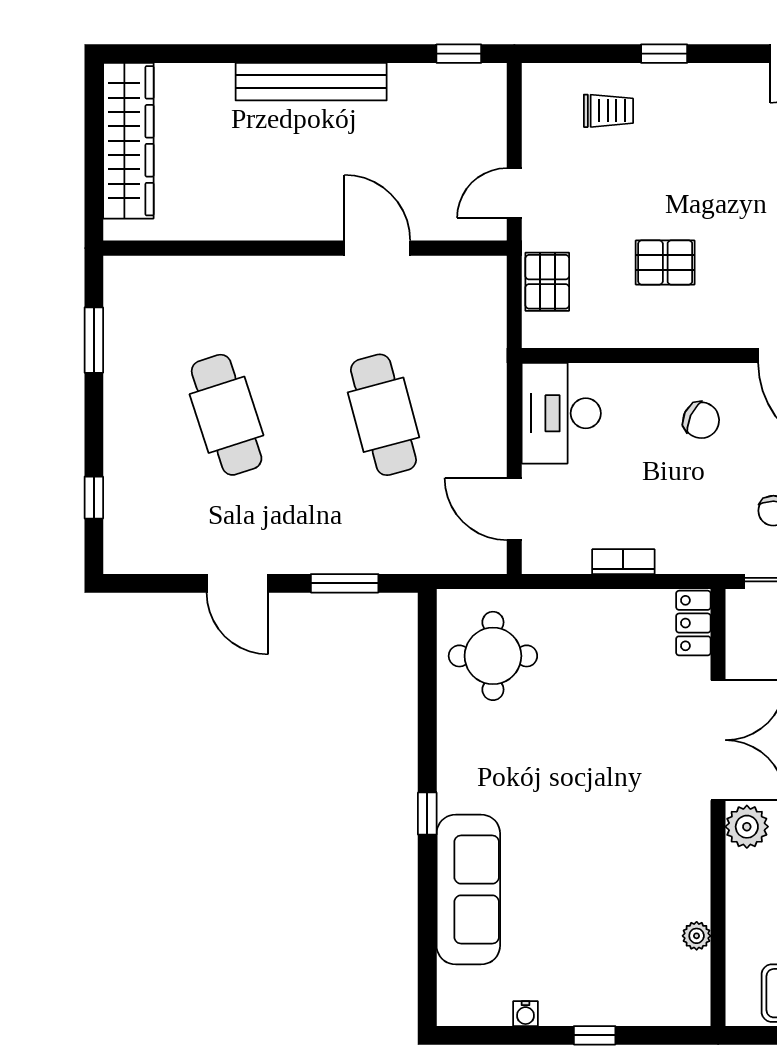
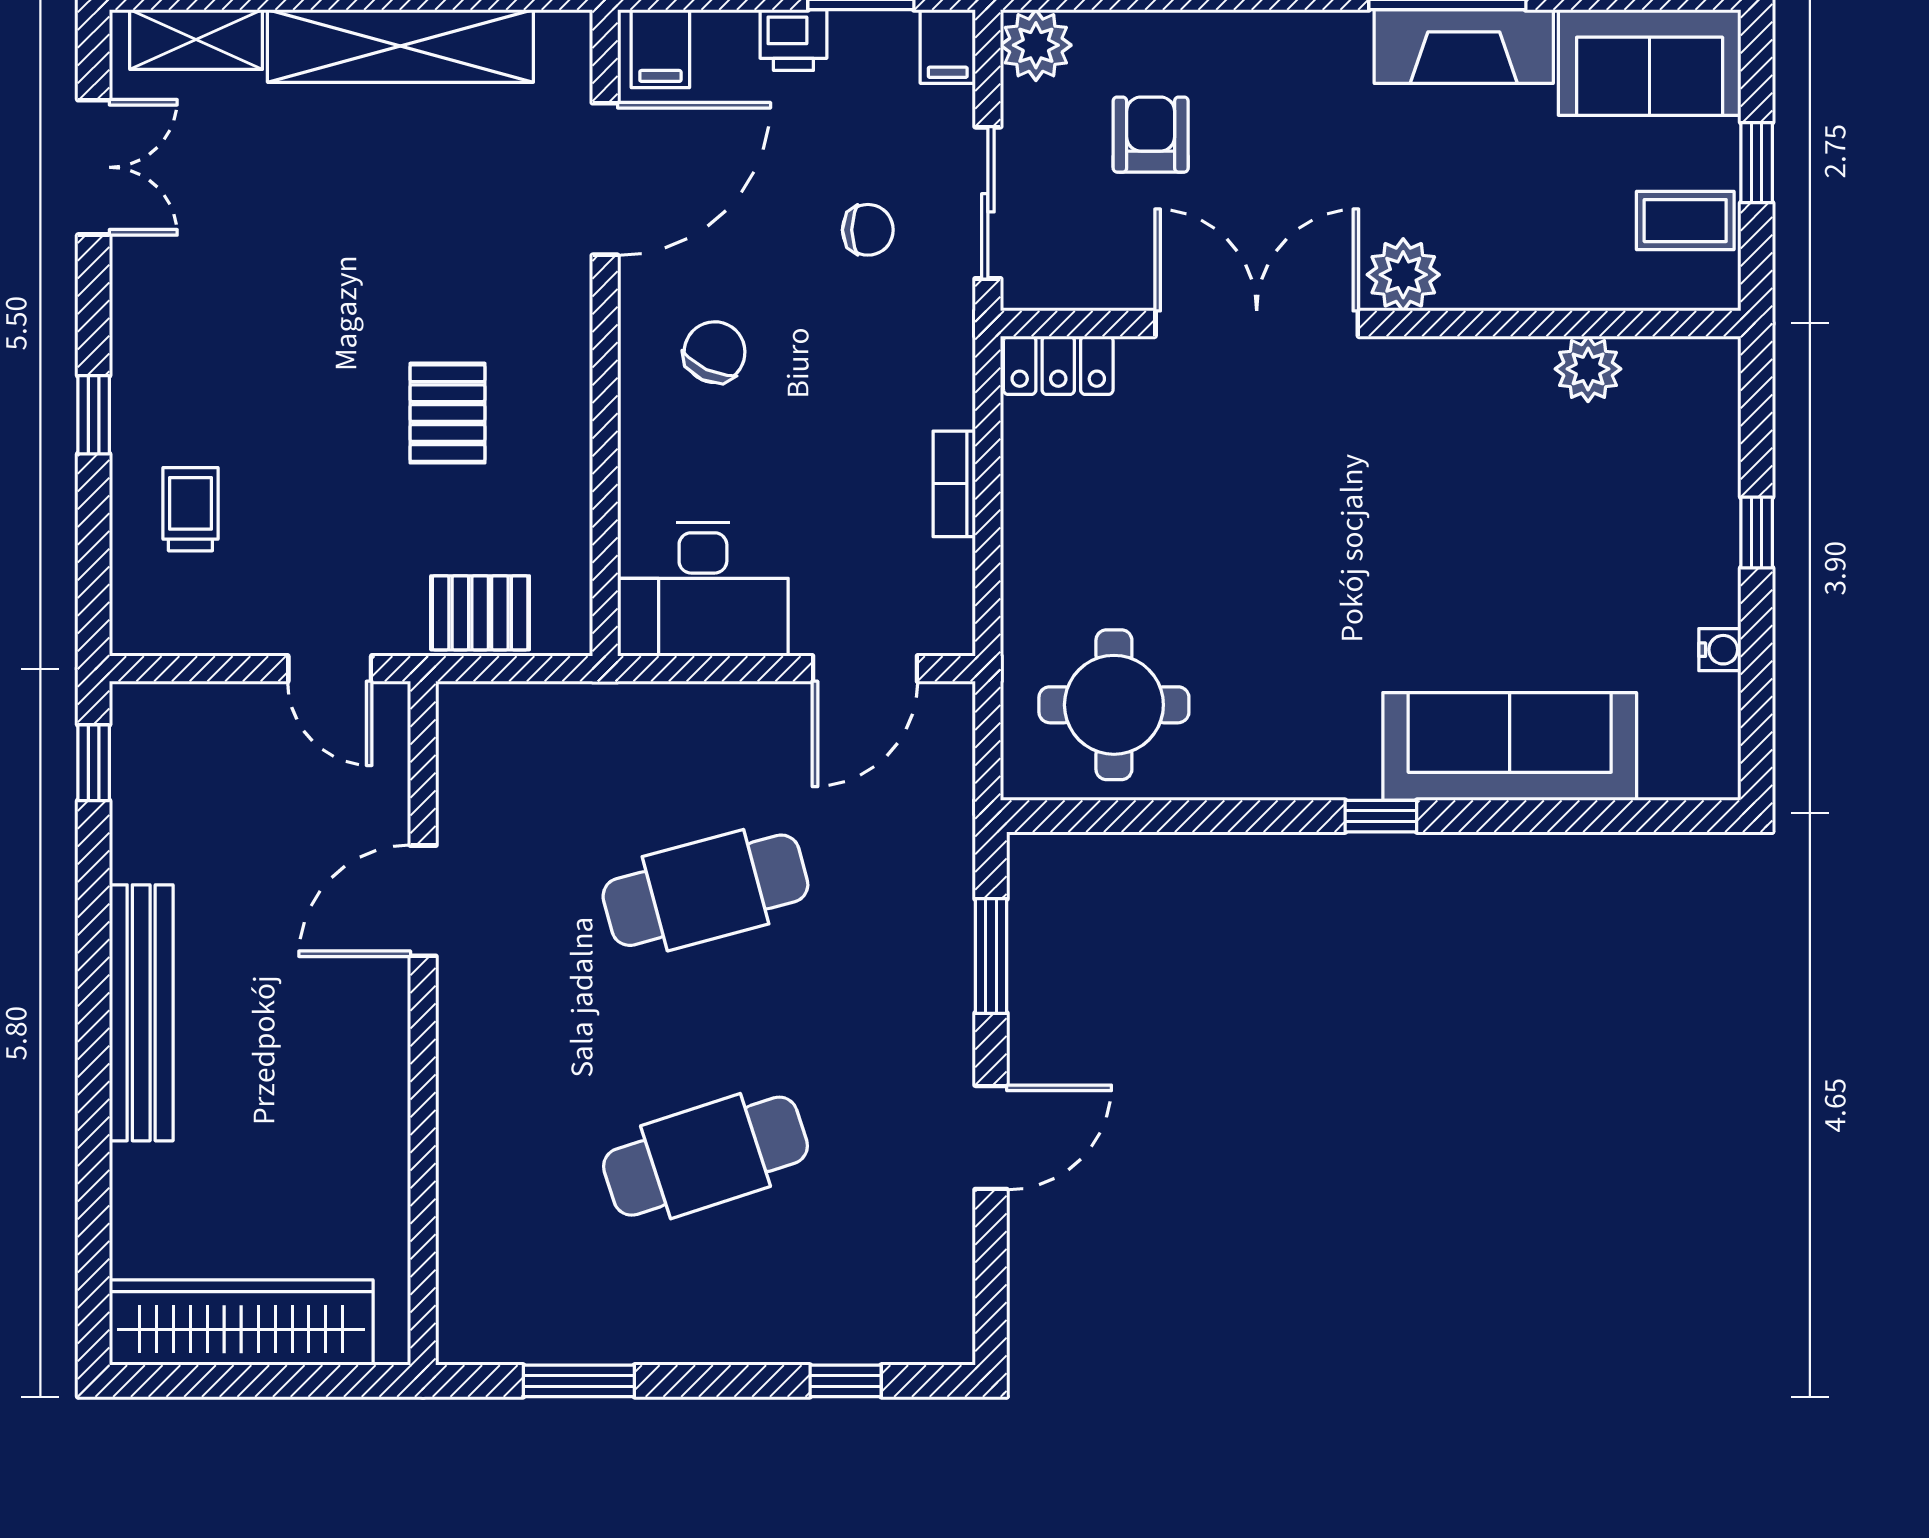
plant: (697, 936) -> (1588, 369), width x1.38, depth x1.38

